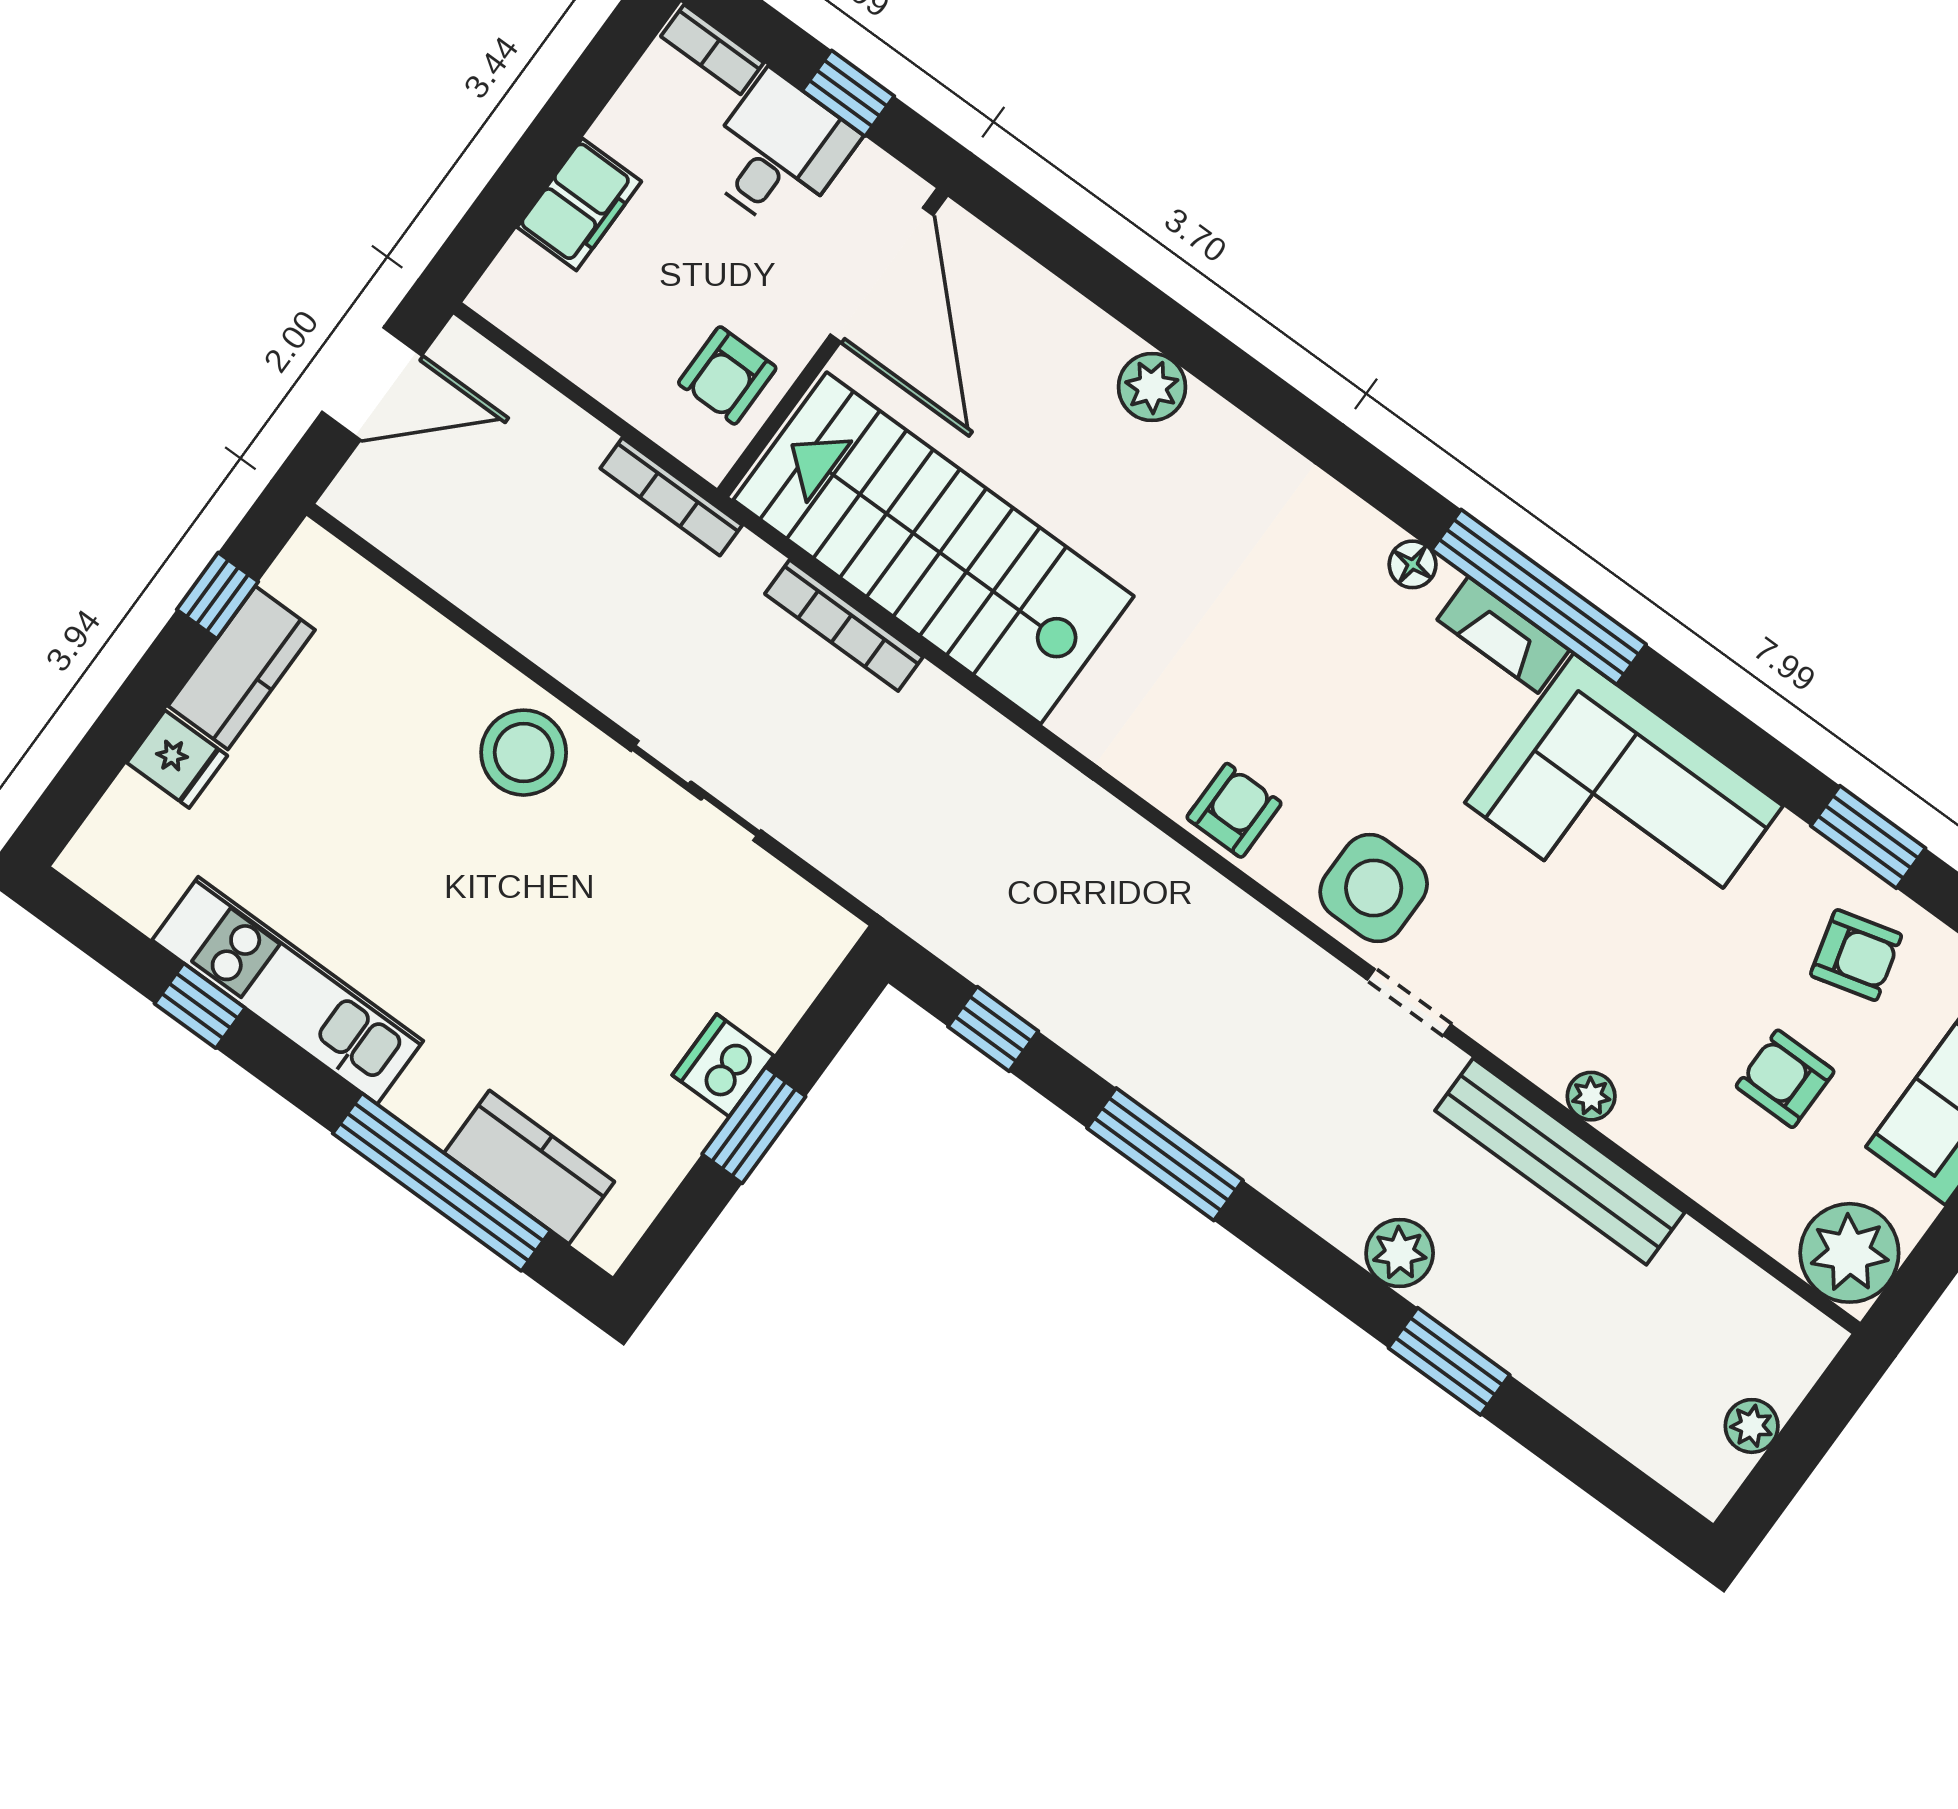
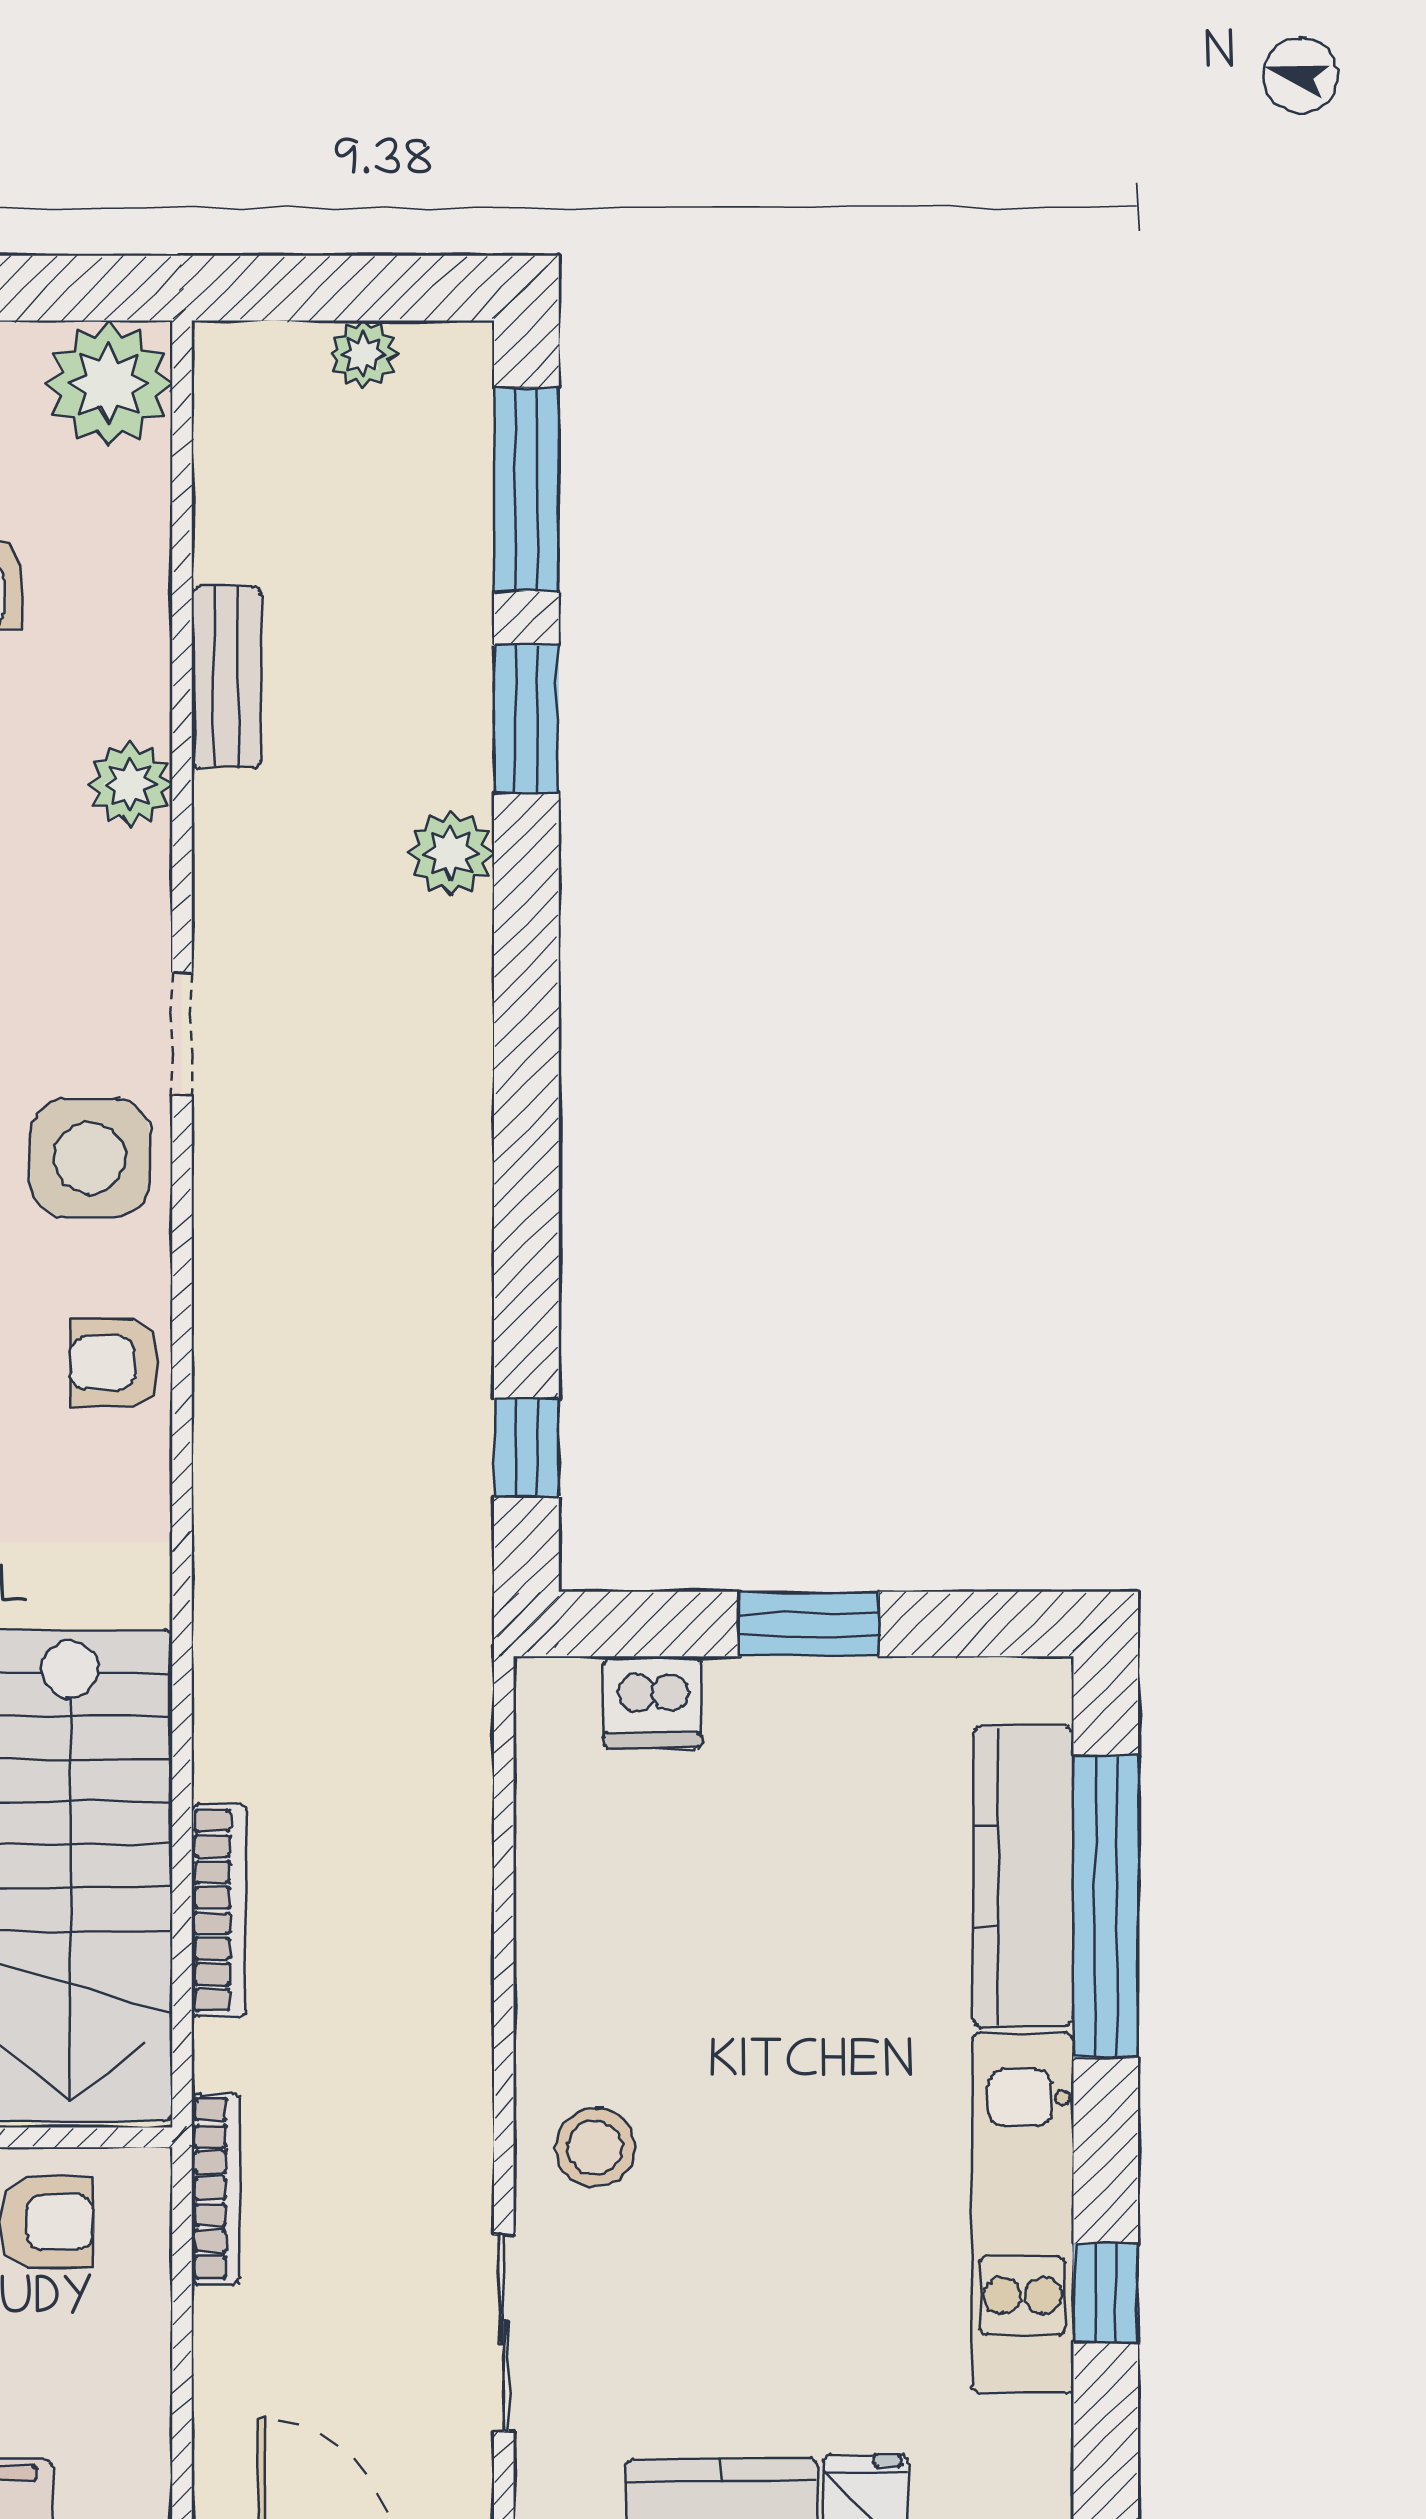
stool: (524, 753) -> (595, 2148), width x0.73, depth x0.73
sliding door: (696, 791) -> (504, 2333), moved
dishwasher: (723, 1065) -> (653, 1702), moved
plant: (1591, 1096) -> (130, 784), width x1.38, depth x1.38
window: (1165, 1154) -> (526, 489), moved
bench: (1560, 1162) -> (226, 677), width x0.54, depth x0.82
kitchen counter: (529, 1167) -> (1024, 1876), width x1.50

